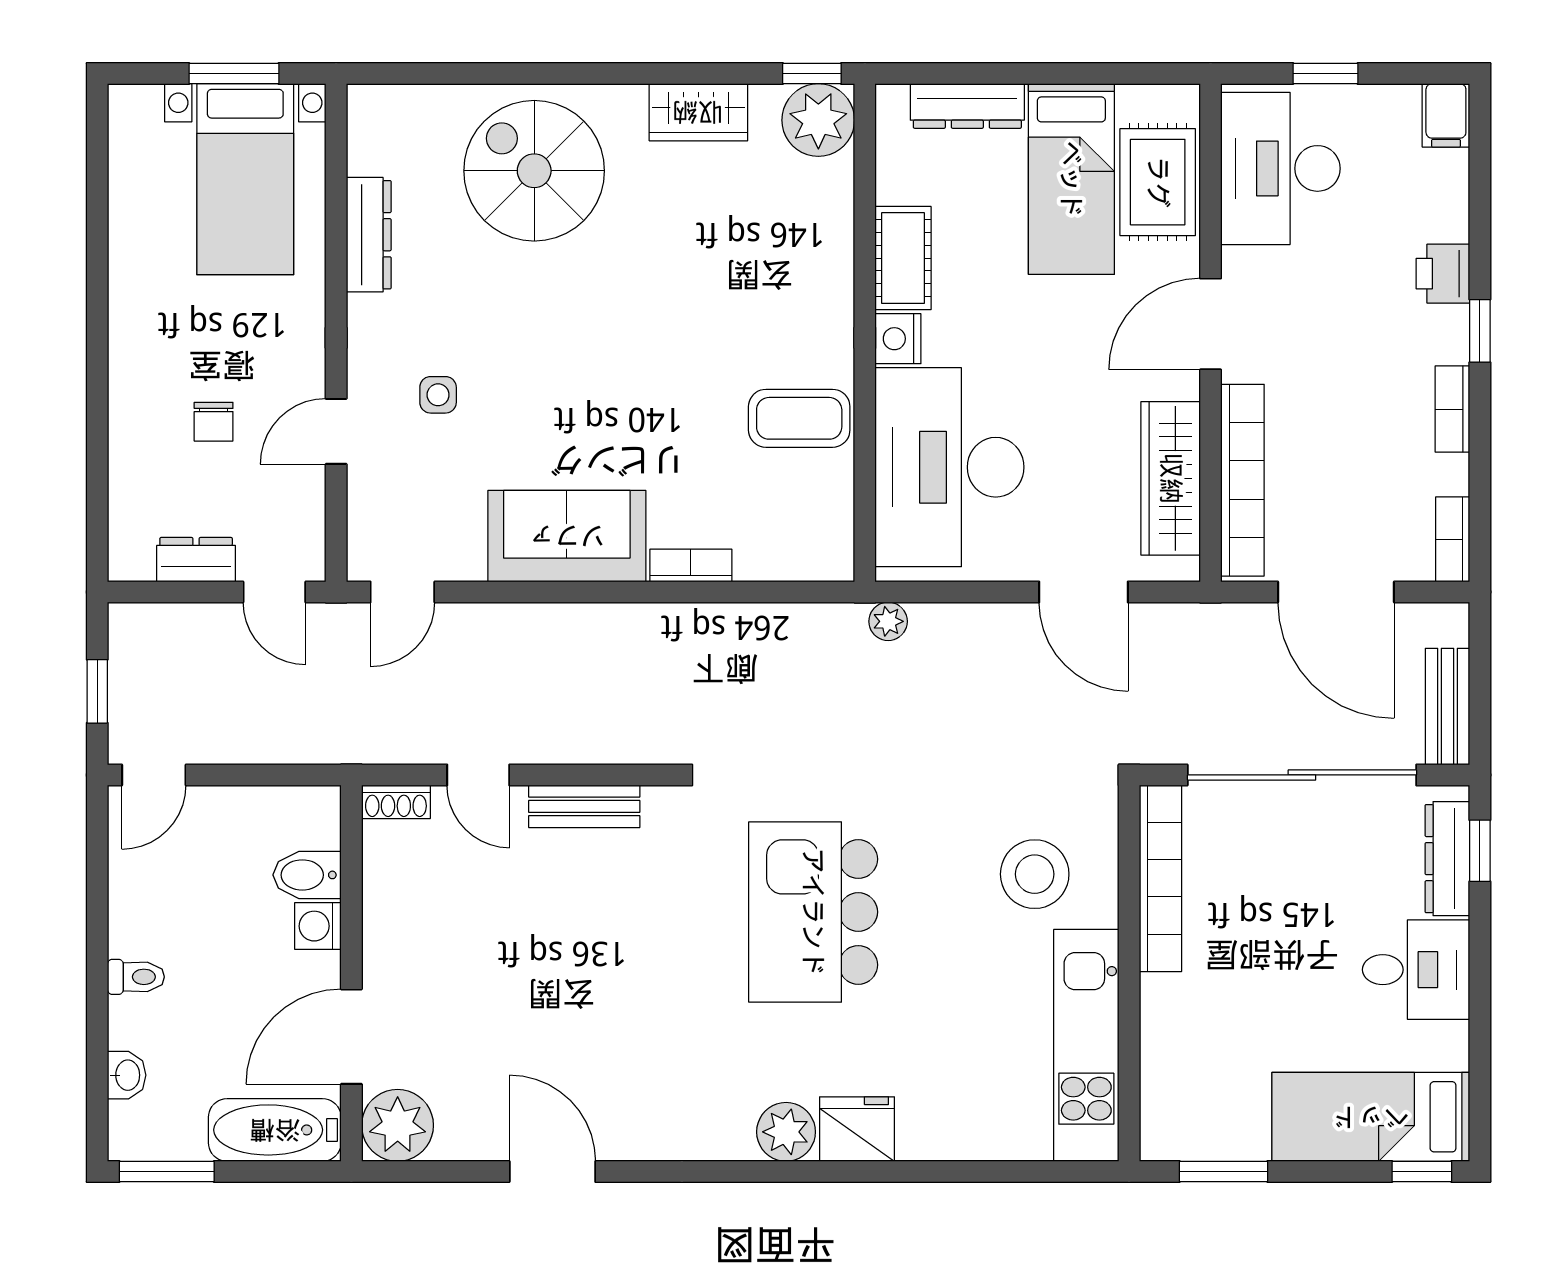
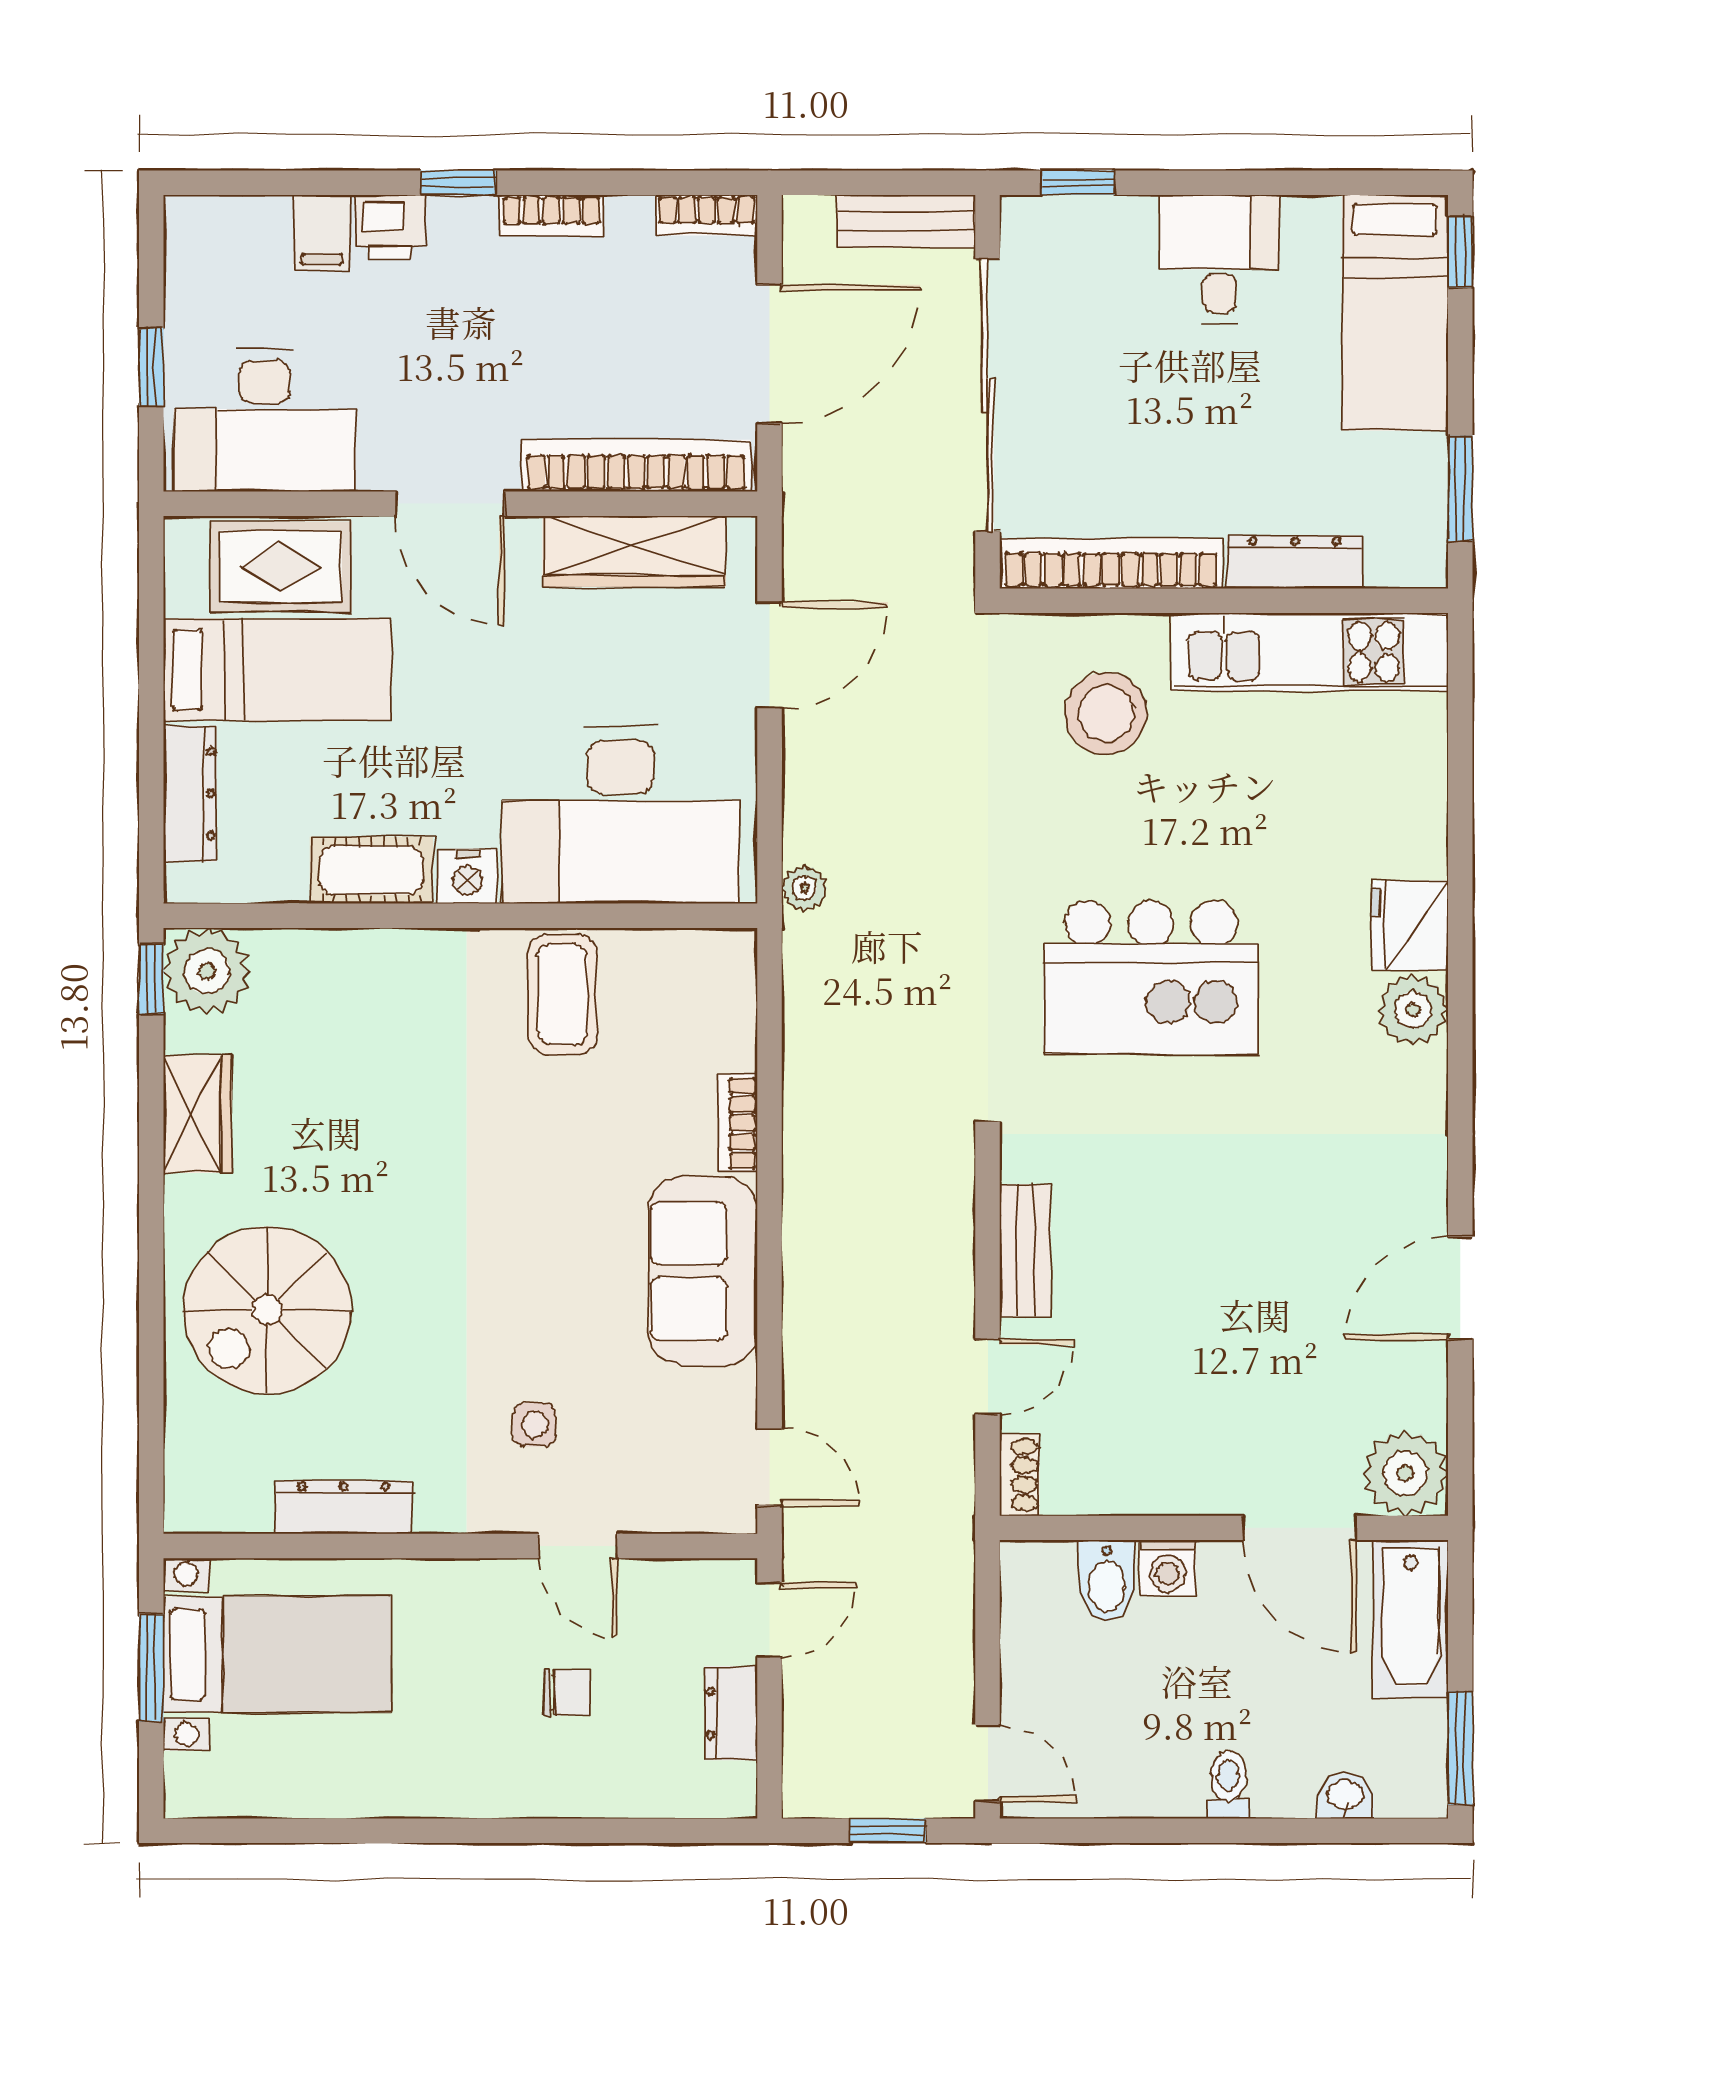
filing cabinet: (1446, 115) -> (322, 233), moved, turned 90
dresser: (1447, 859) -> (1295, 562), moved, turned 180

